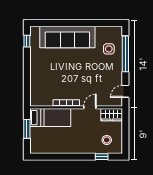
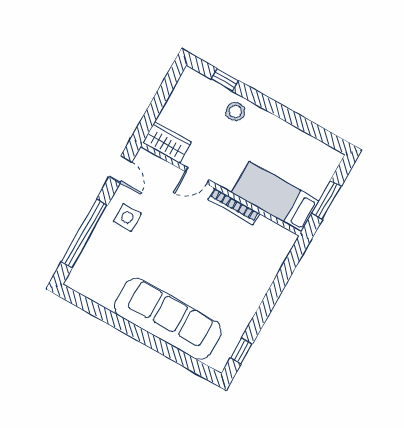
side table: (109, 49) -> (127, 217), moved
door: (125, 91) -> (121, 169), hinge flipped
stool: (107, 140) -> (235, 112), moved

